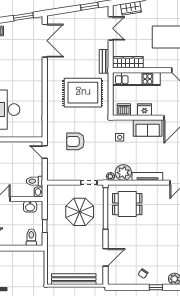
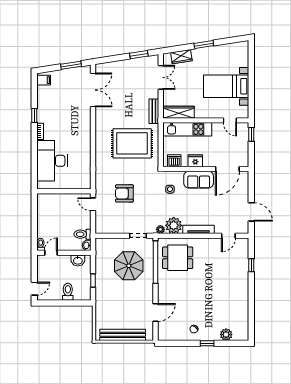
toilet: (31, 237) -> (68, 292), moved

